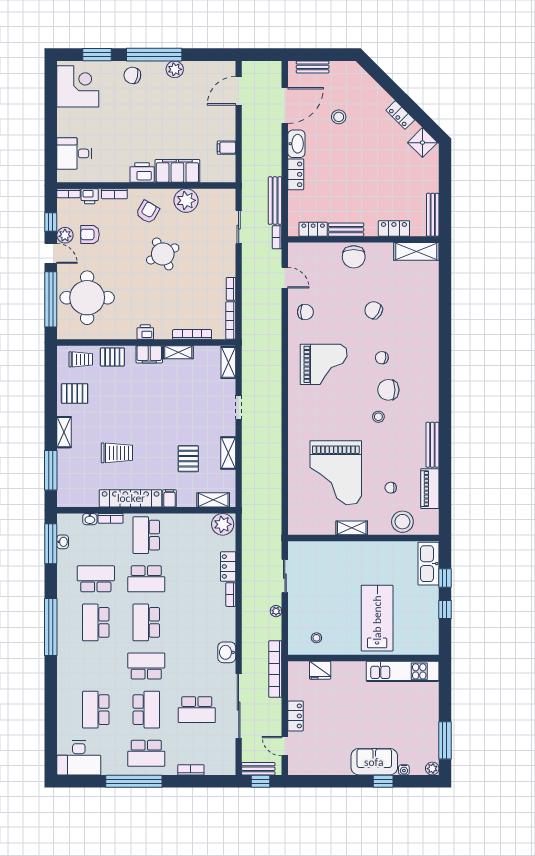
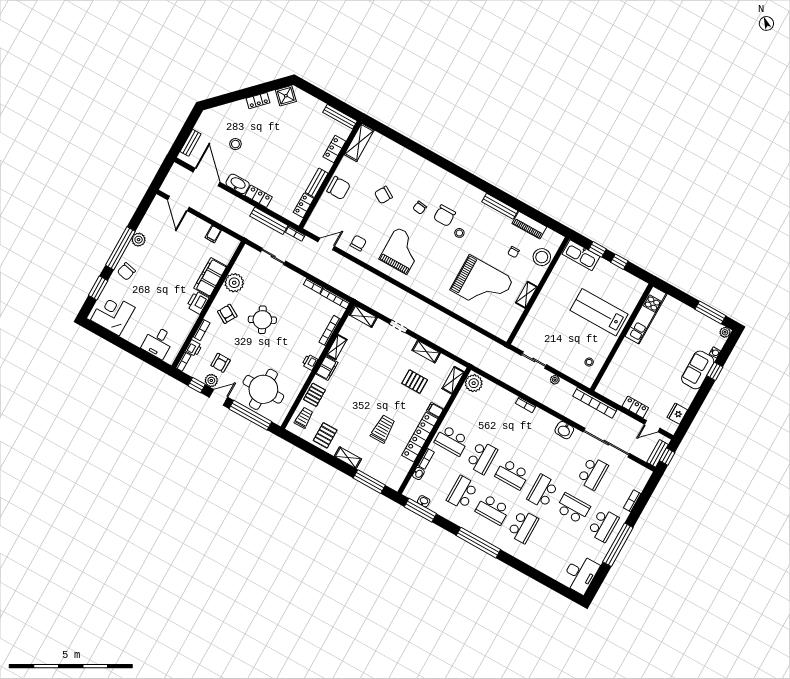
locker: (228, 566) -> (505, 396), removed
fridge: (320, 670) -> (677, 414), moved, turned 180
school desk: (96, 710) -> (523, 526), moved, turned -90

